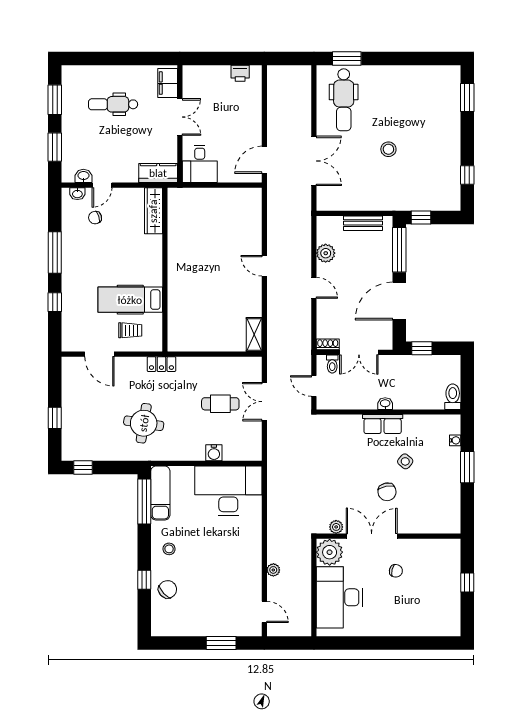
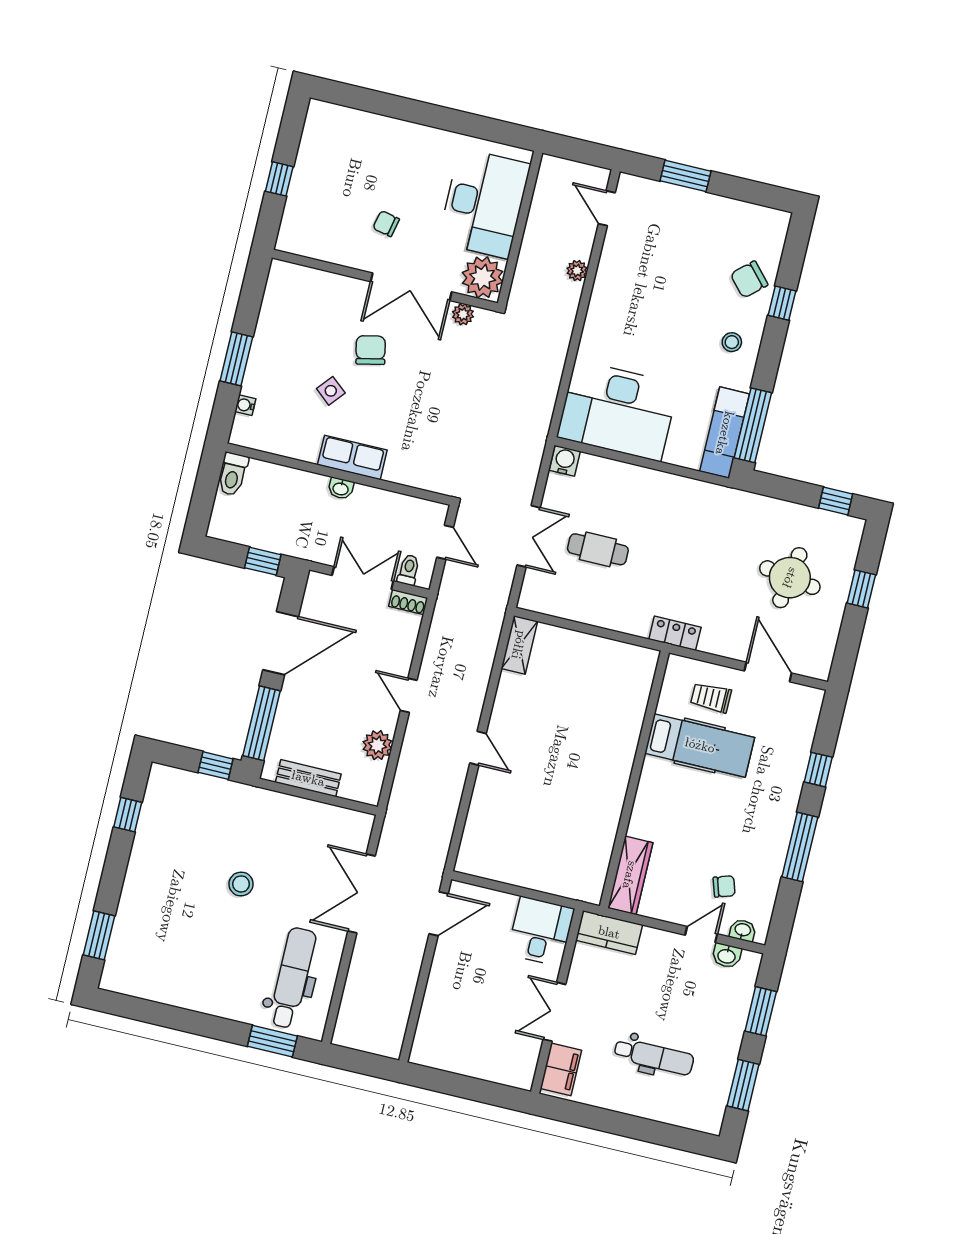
printer: (240, 73) -> (444, 1058), removed
round table: (144, 423) -> (790, 578), moved
water cooler: (214, 453) -> (565, 461), moved

